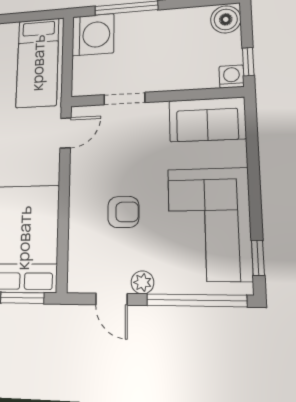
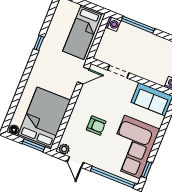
washing machine: (93, 35) -> (113, 24), width x0.53, depth x0.53
plant: (142, 282) -> (64, 149), moved

